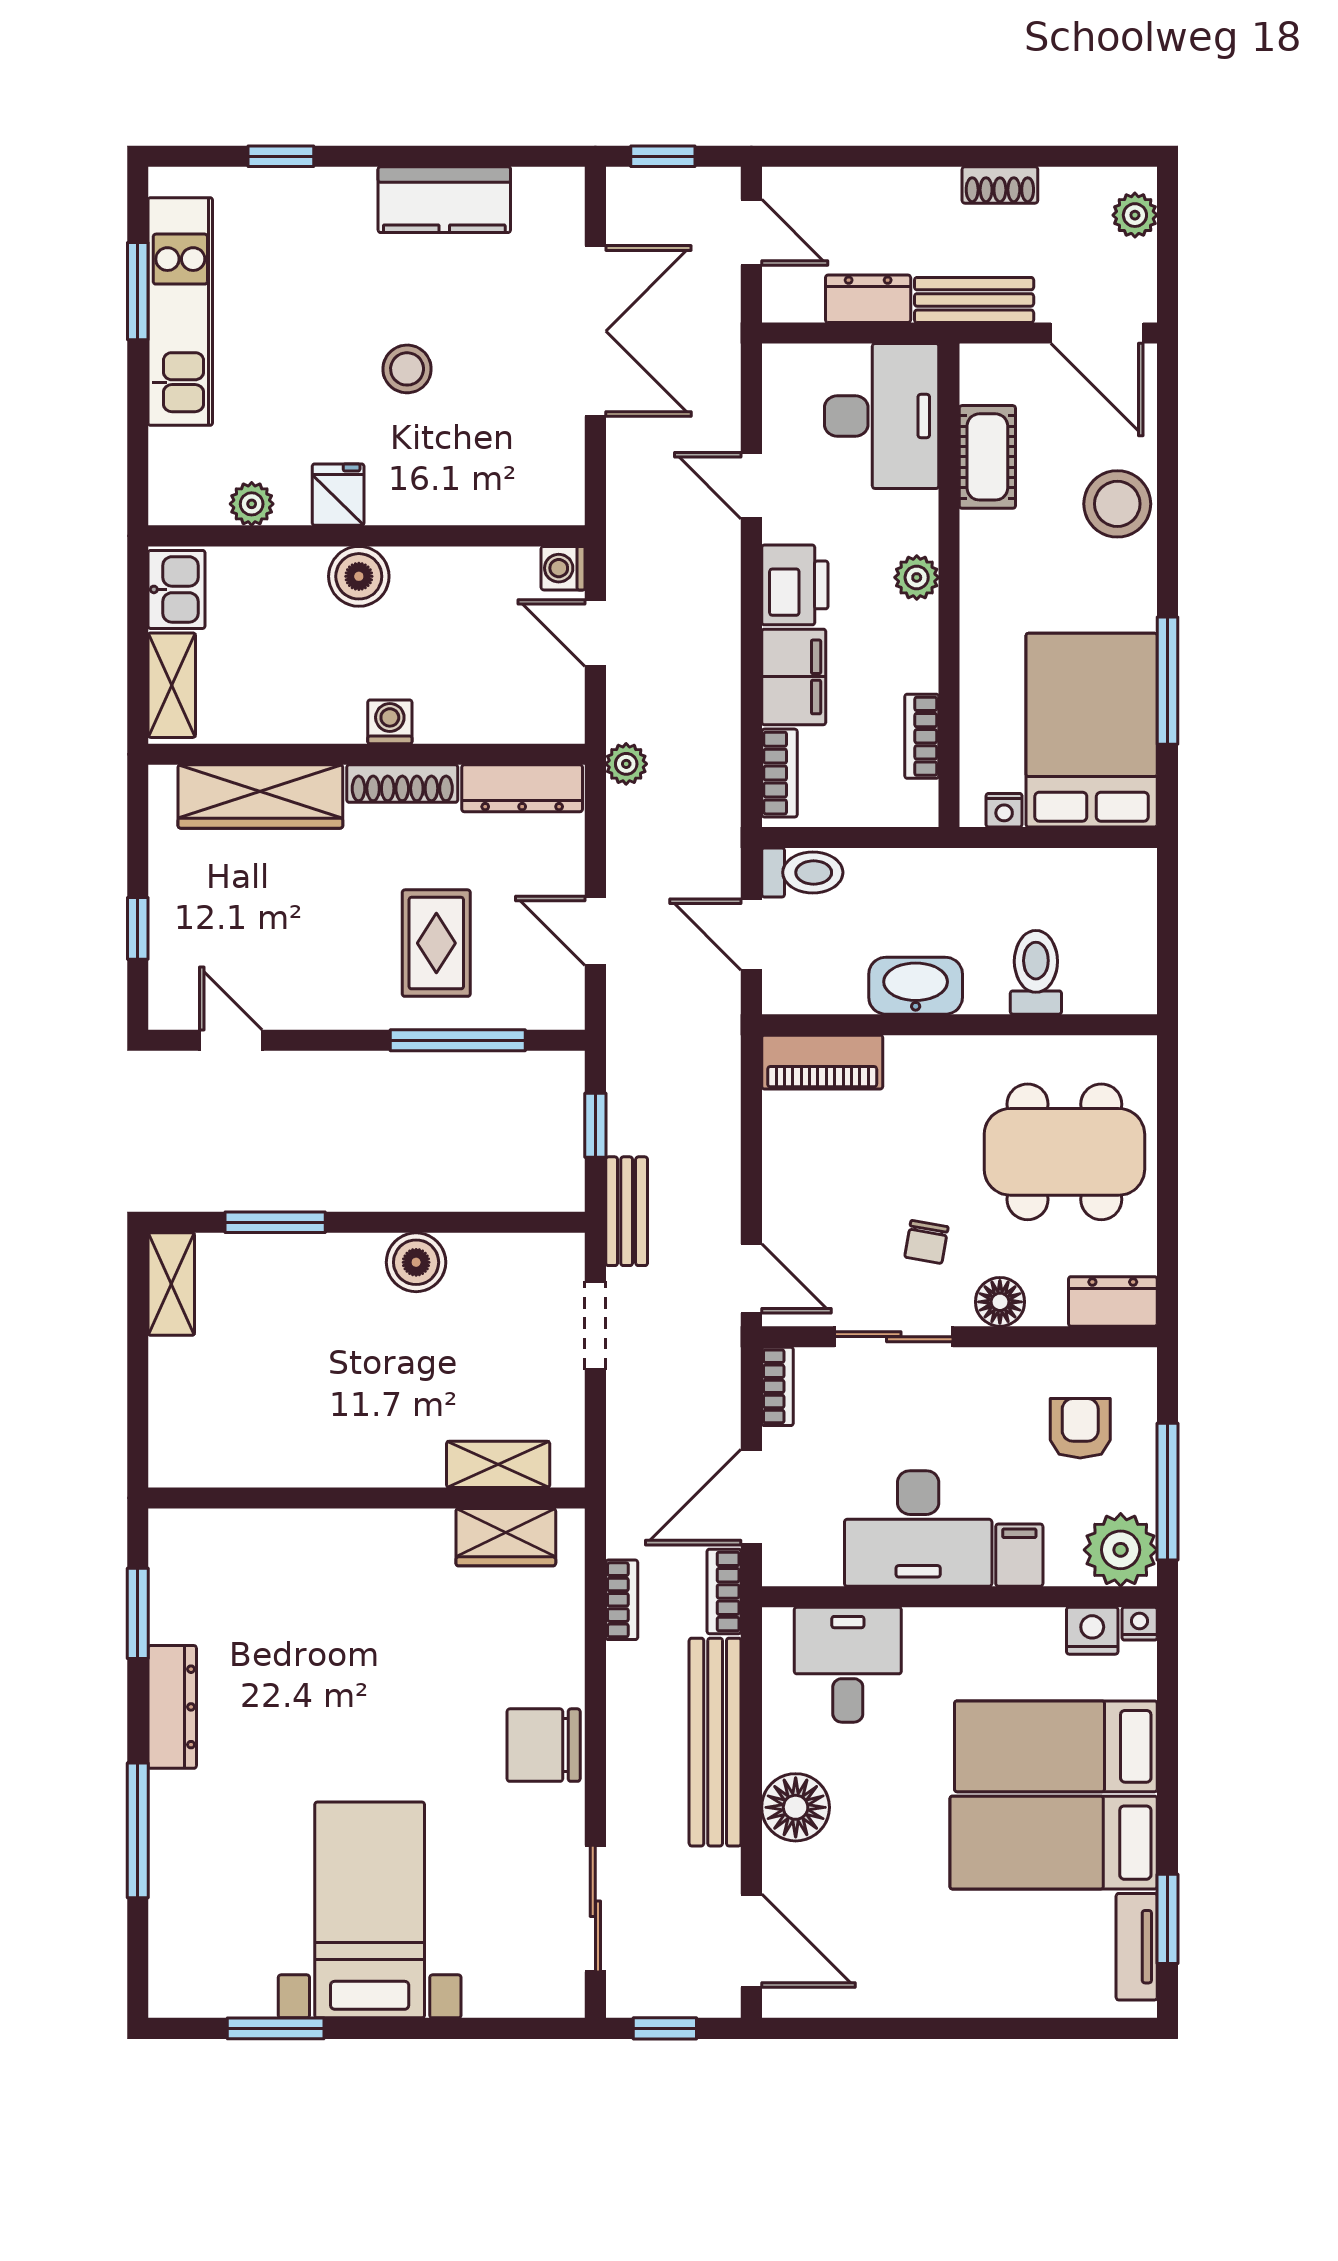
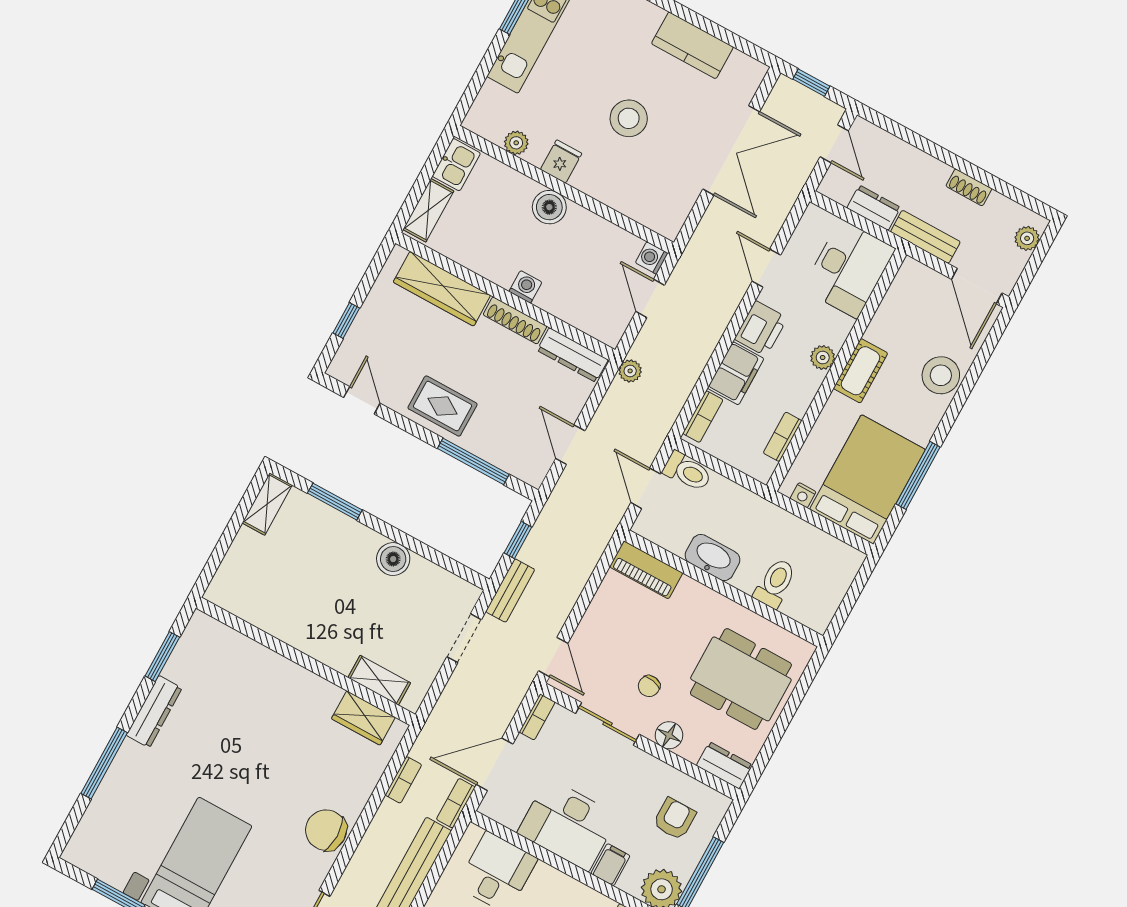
stool: (407, 369) -> (629, 118), width x1.38, depth x1.38
cot: (987, 457) -> (861, 371), moved
rug: (436, 943) -> (443, 406), moved, turned 90

